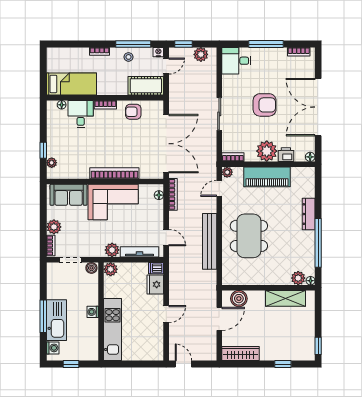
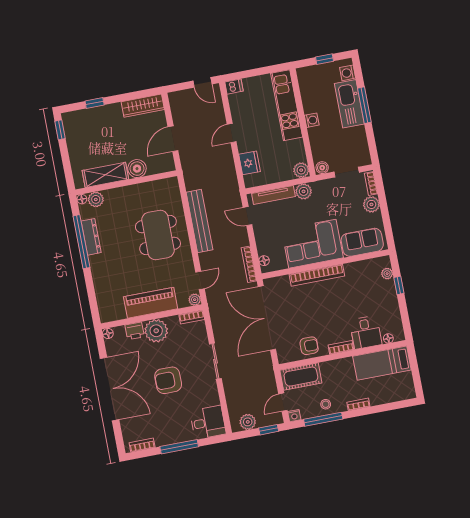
dresser: (309, 214) -> (91, 237), moved
dishwasher: (156, 268) -> (234, 87), moved
boiler: (239, 299) -> (137, 169), moved

